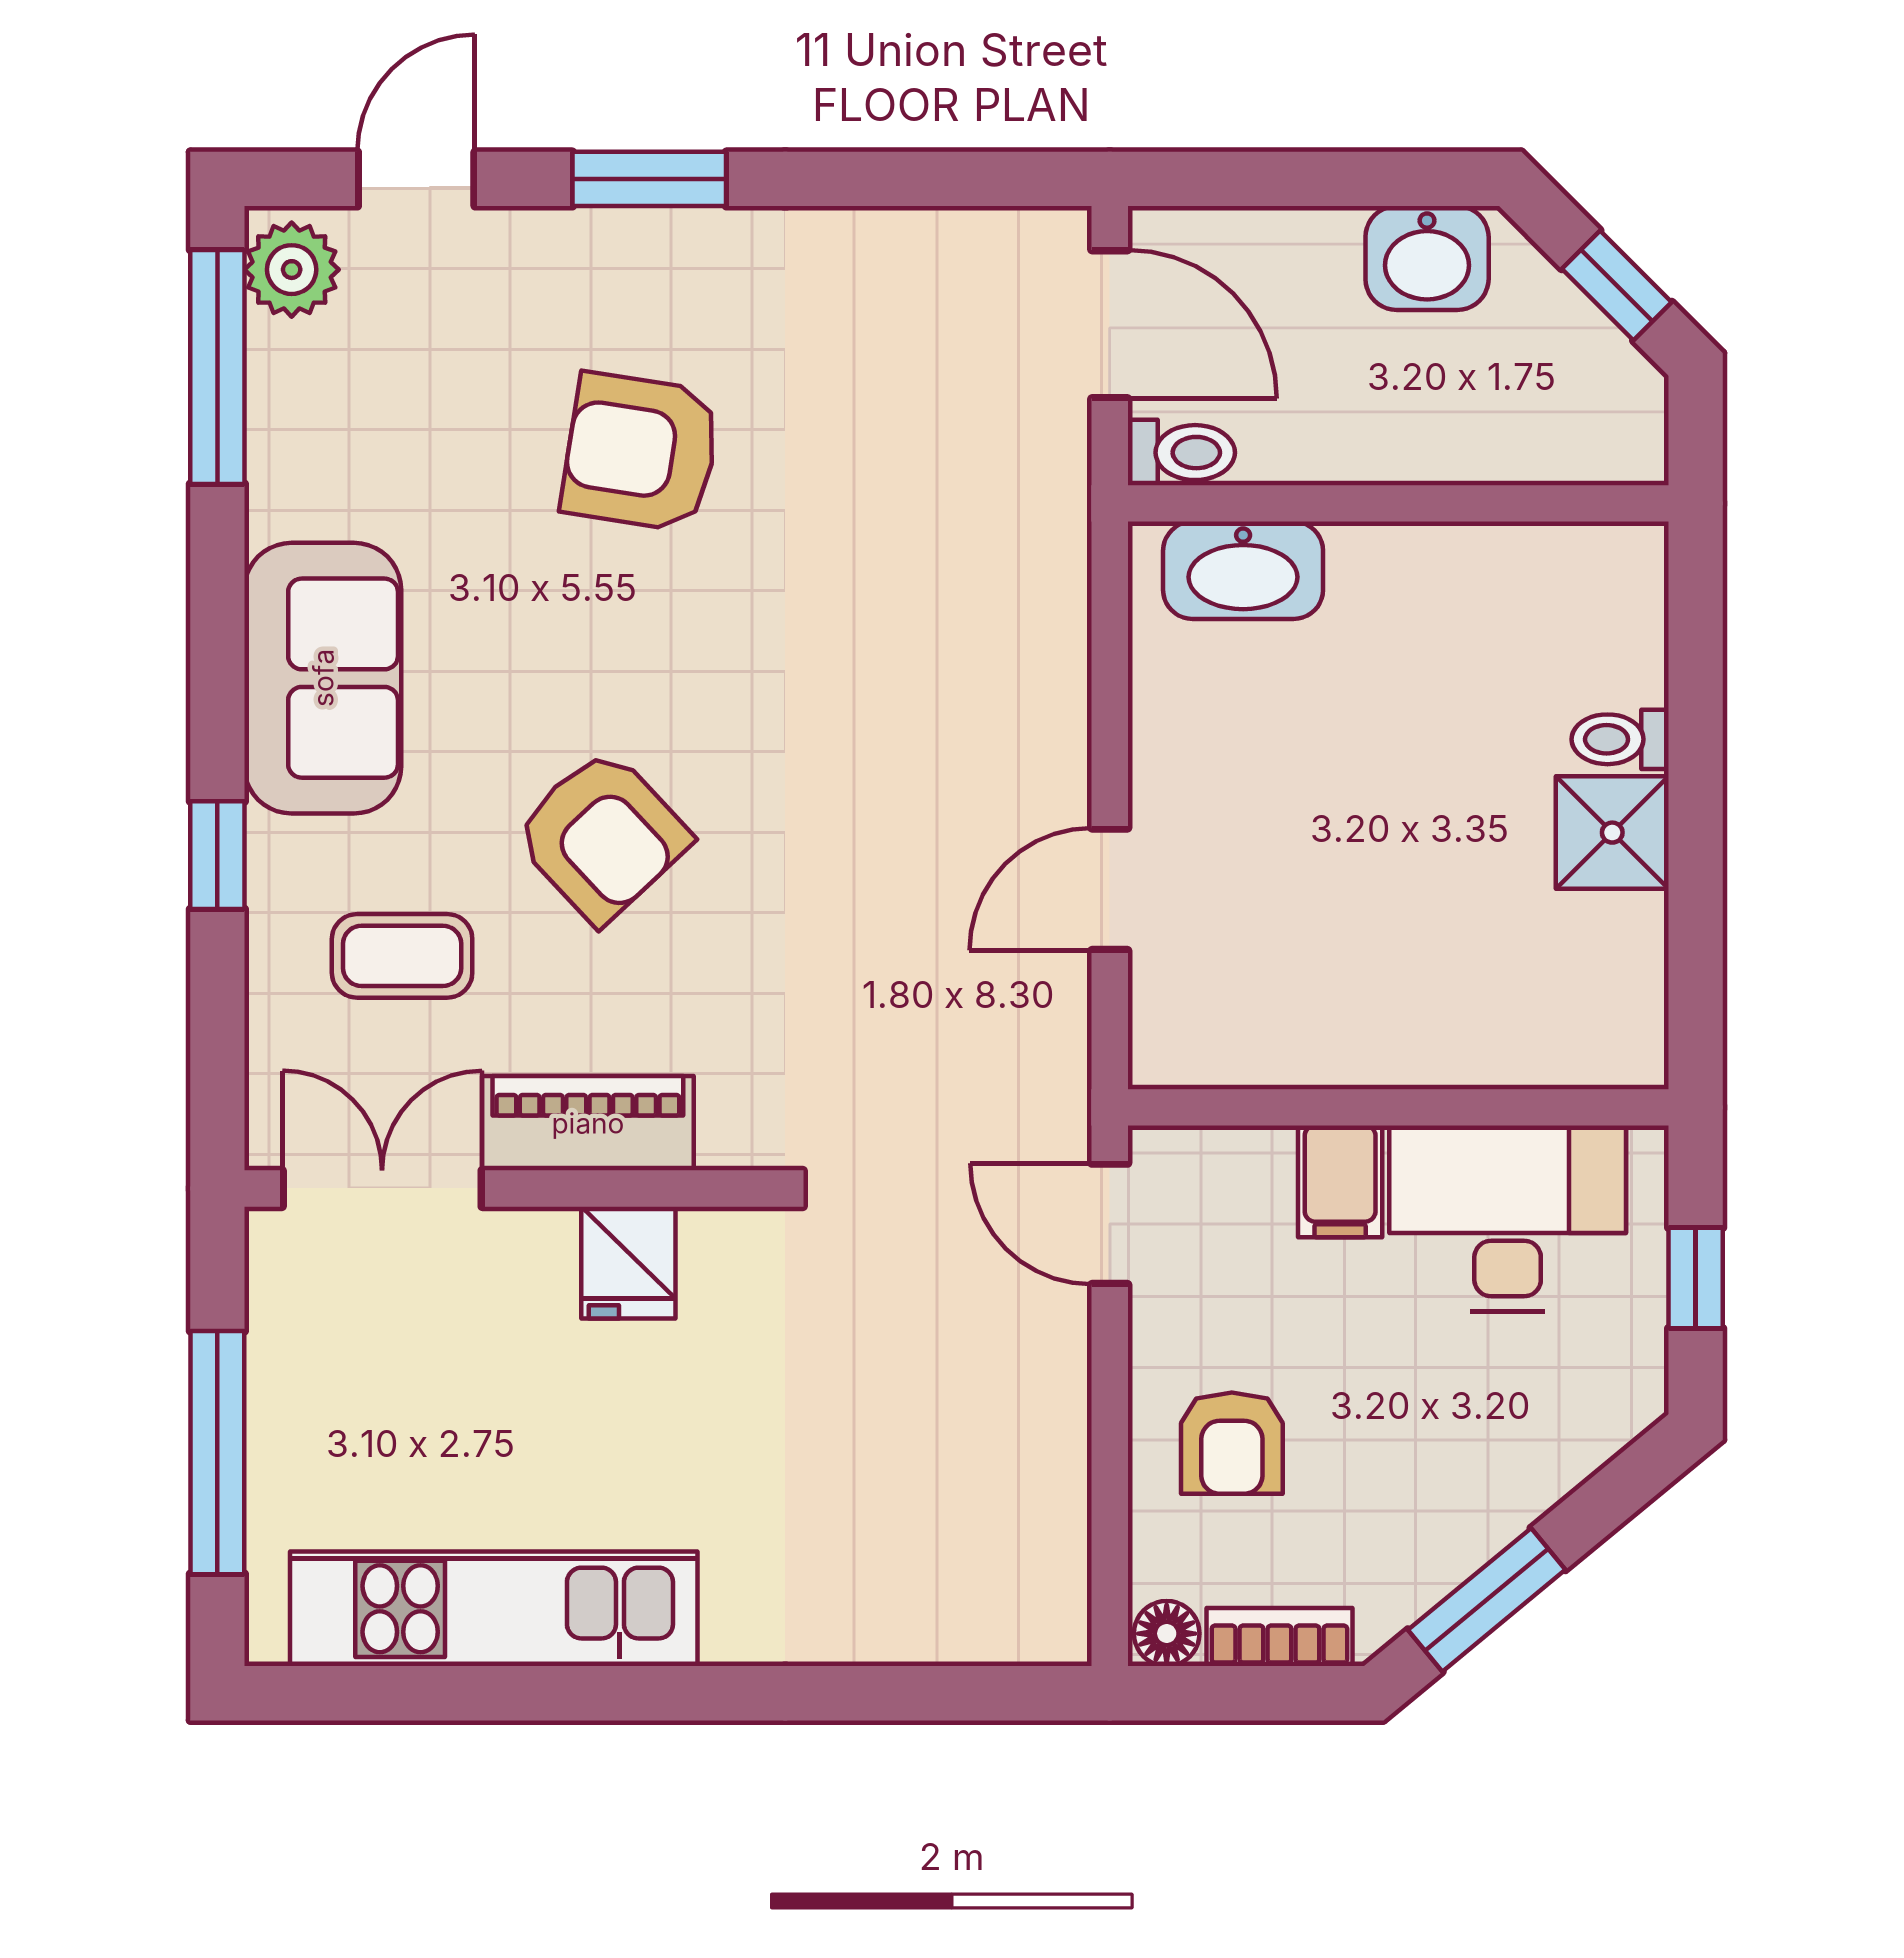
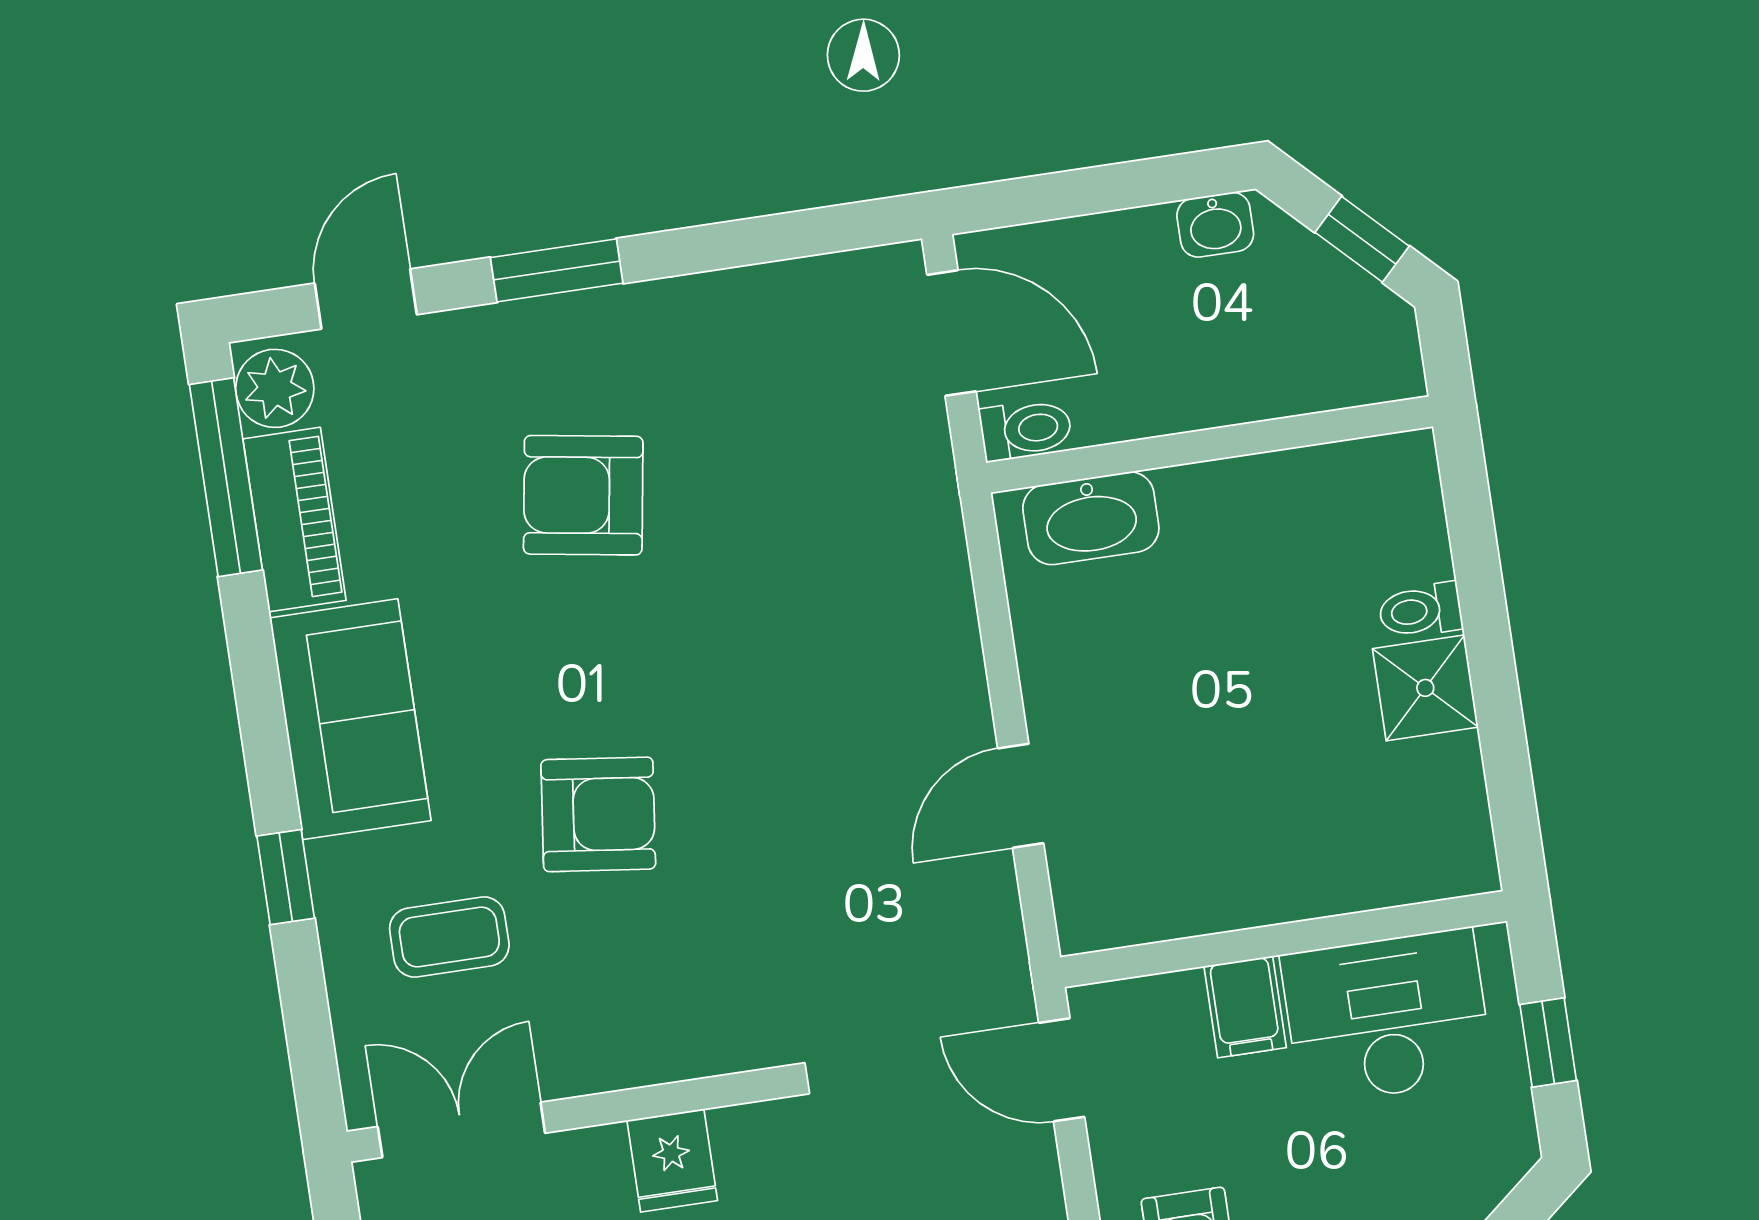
washbasin: (1427, 258) -> (1215, 225), width x0.72, depth x0.69
armchair: (602, 836) -> (598, 814), turned -40
piano: (588, 1123) -> (294, 520), moved, turned 90

